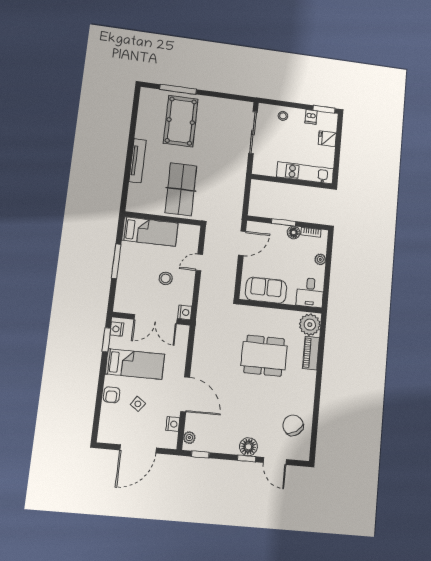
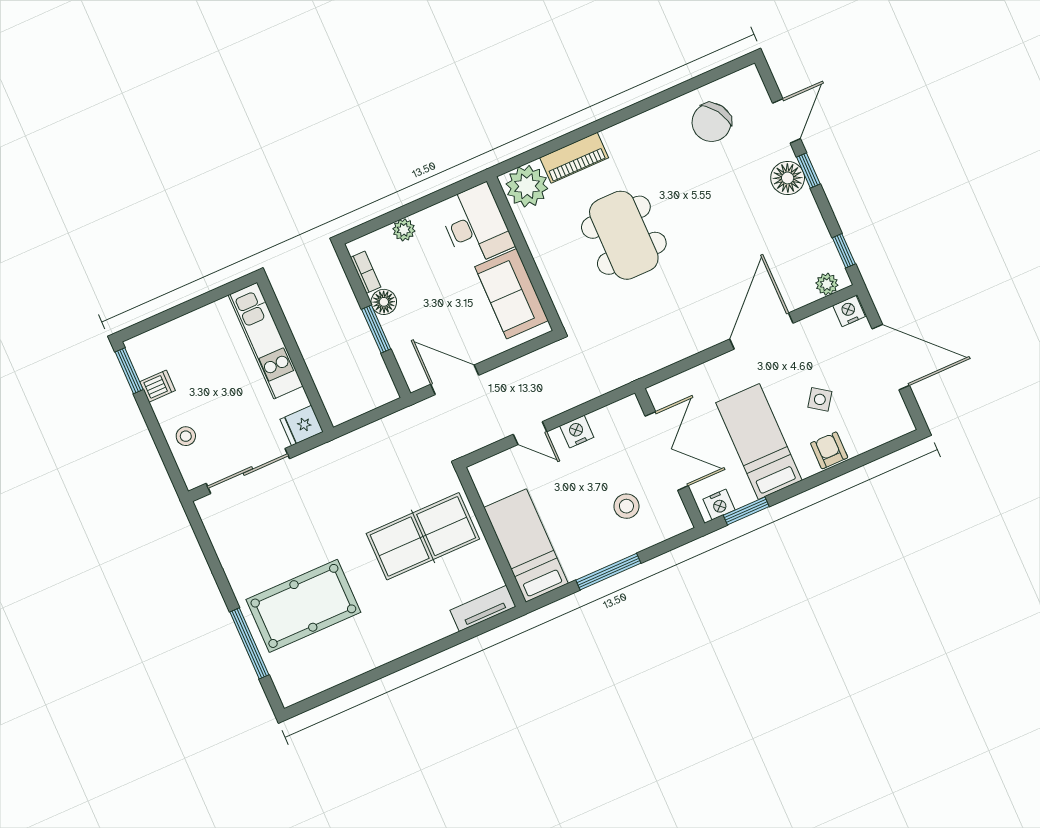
fridge: (327, 139) -> (302, 426), moved, turned 90
tv unit: (138, 161) -> (483, 608), moved, width x0.71
stool: (166, 278) -> (626, 506), moved
desk: (310, 292) -> (476, 225), width x1.37
nightstand: (185, 312) -> (577, 432), moved
armchair: (112, 395) -> (829, 450), turned -90
nightstand: (173, 424) -> (849, 311), moved

